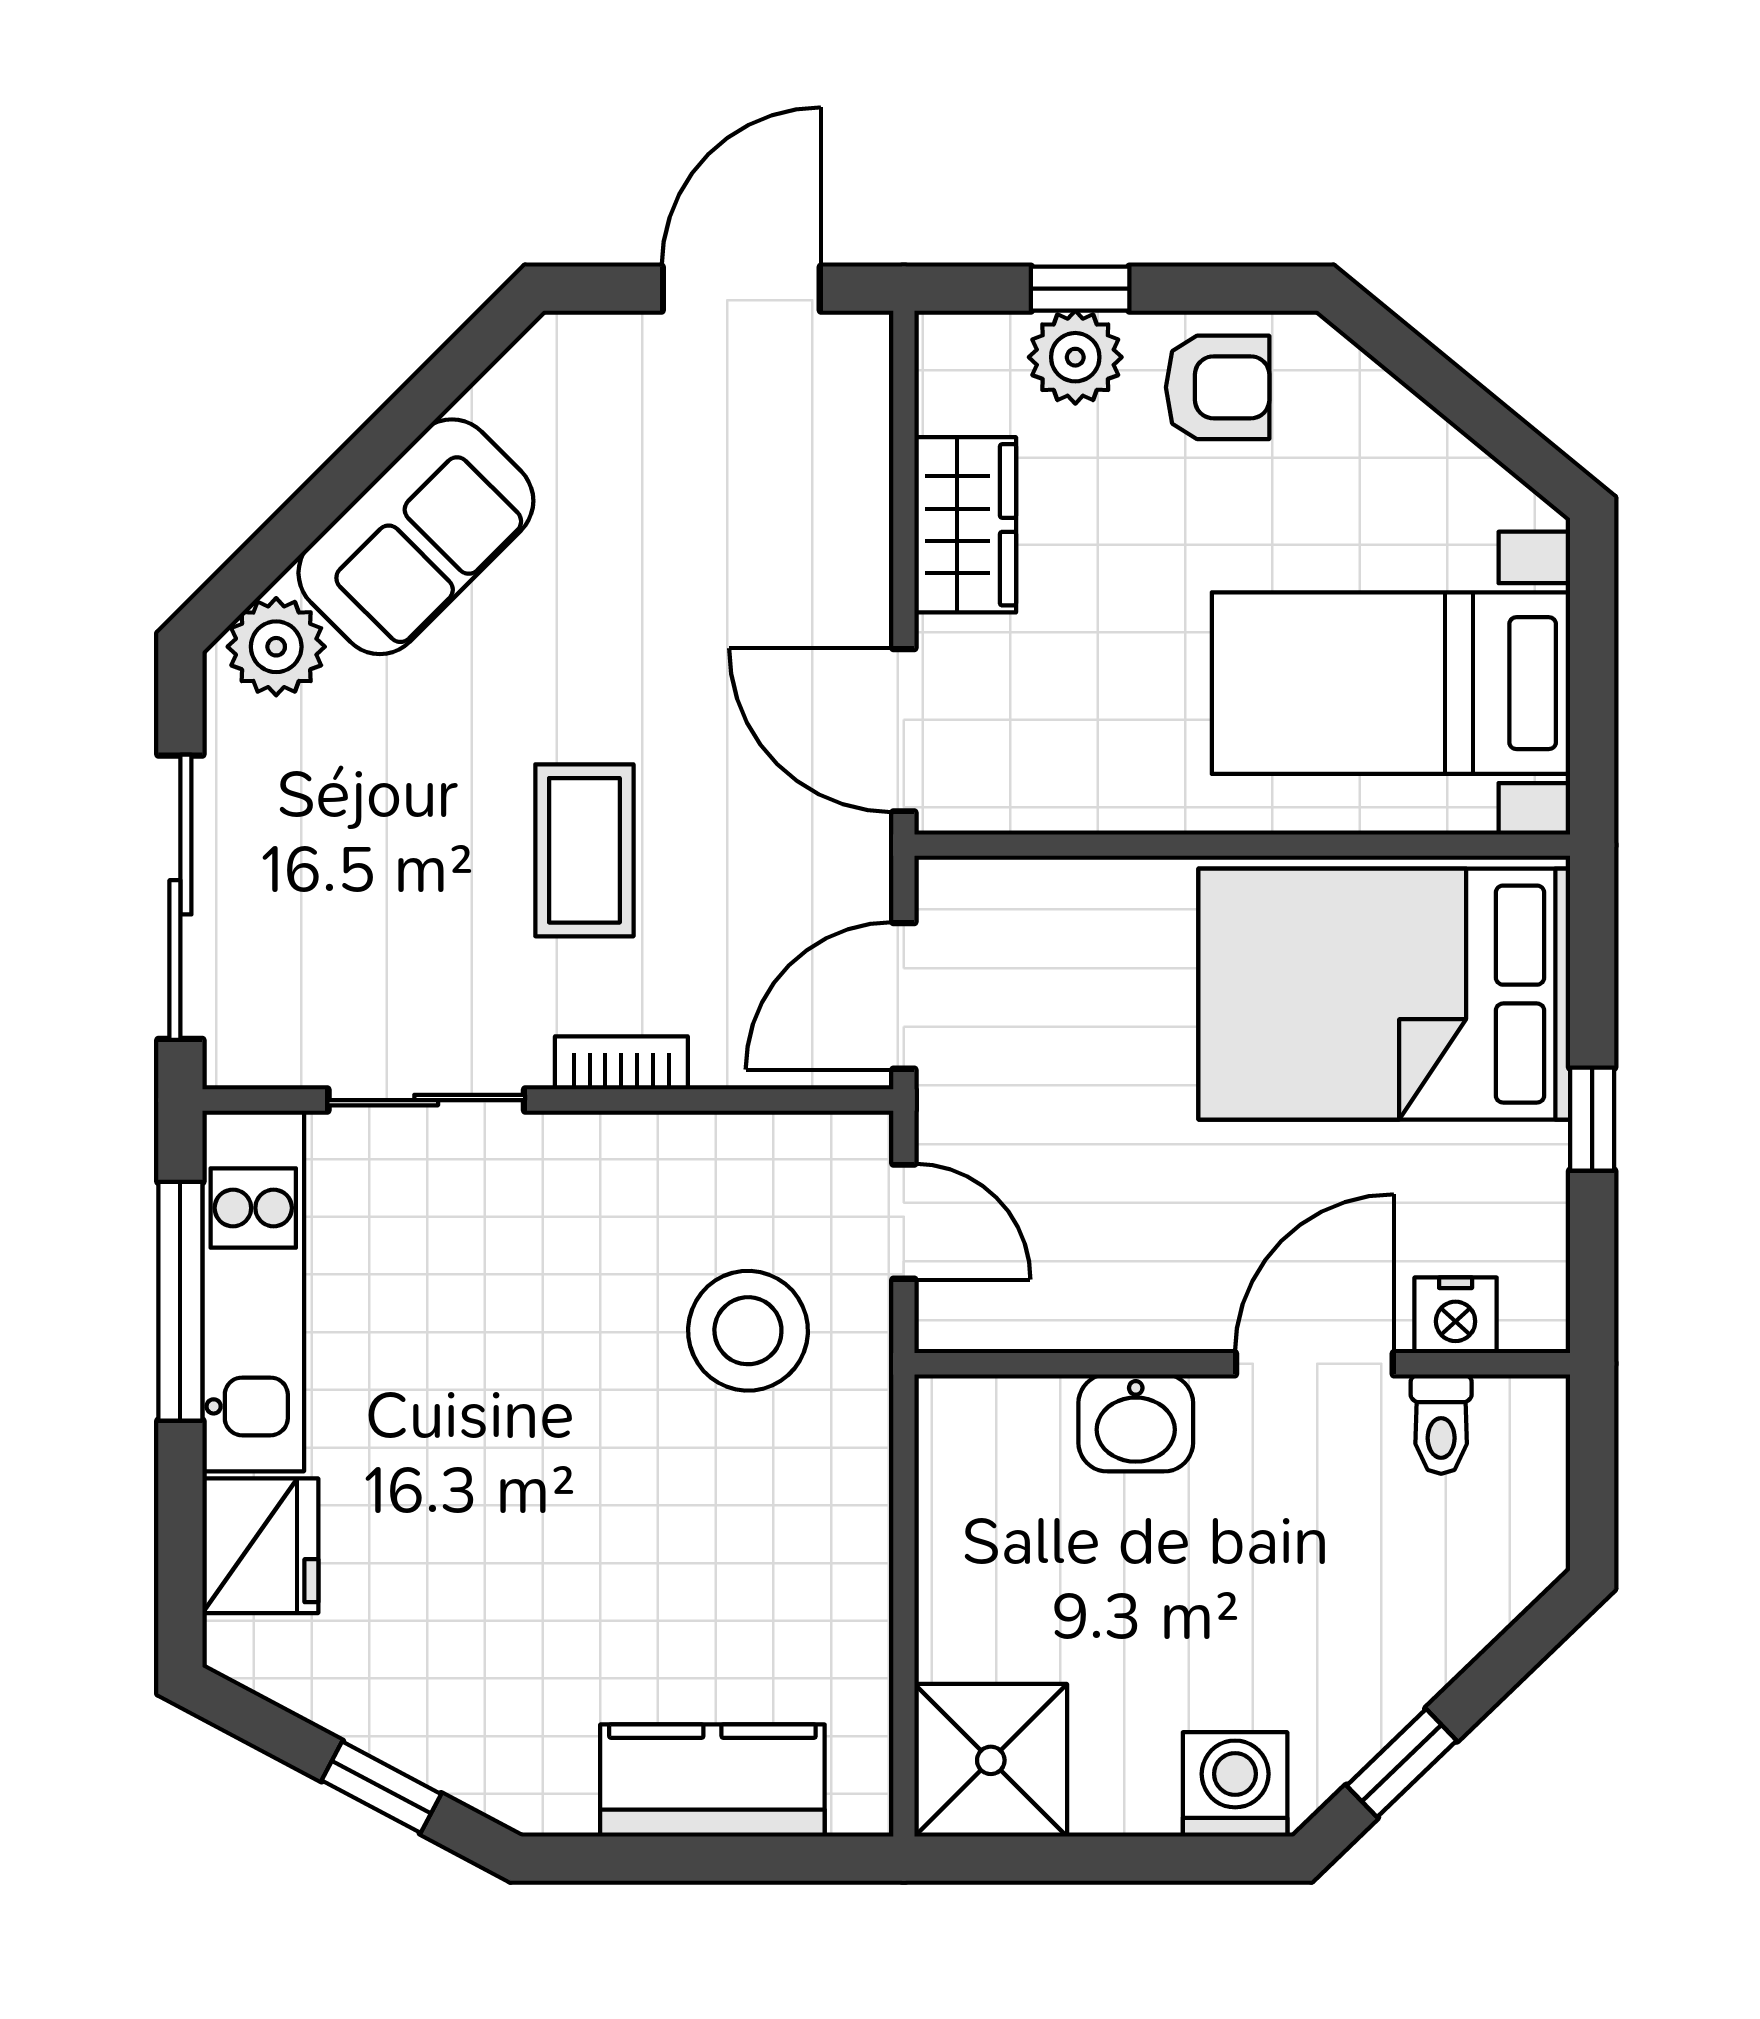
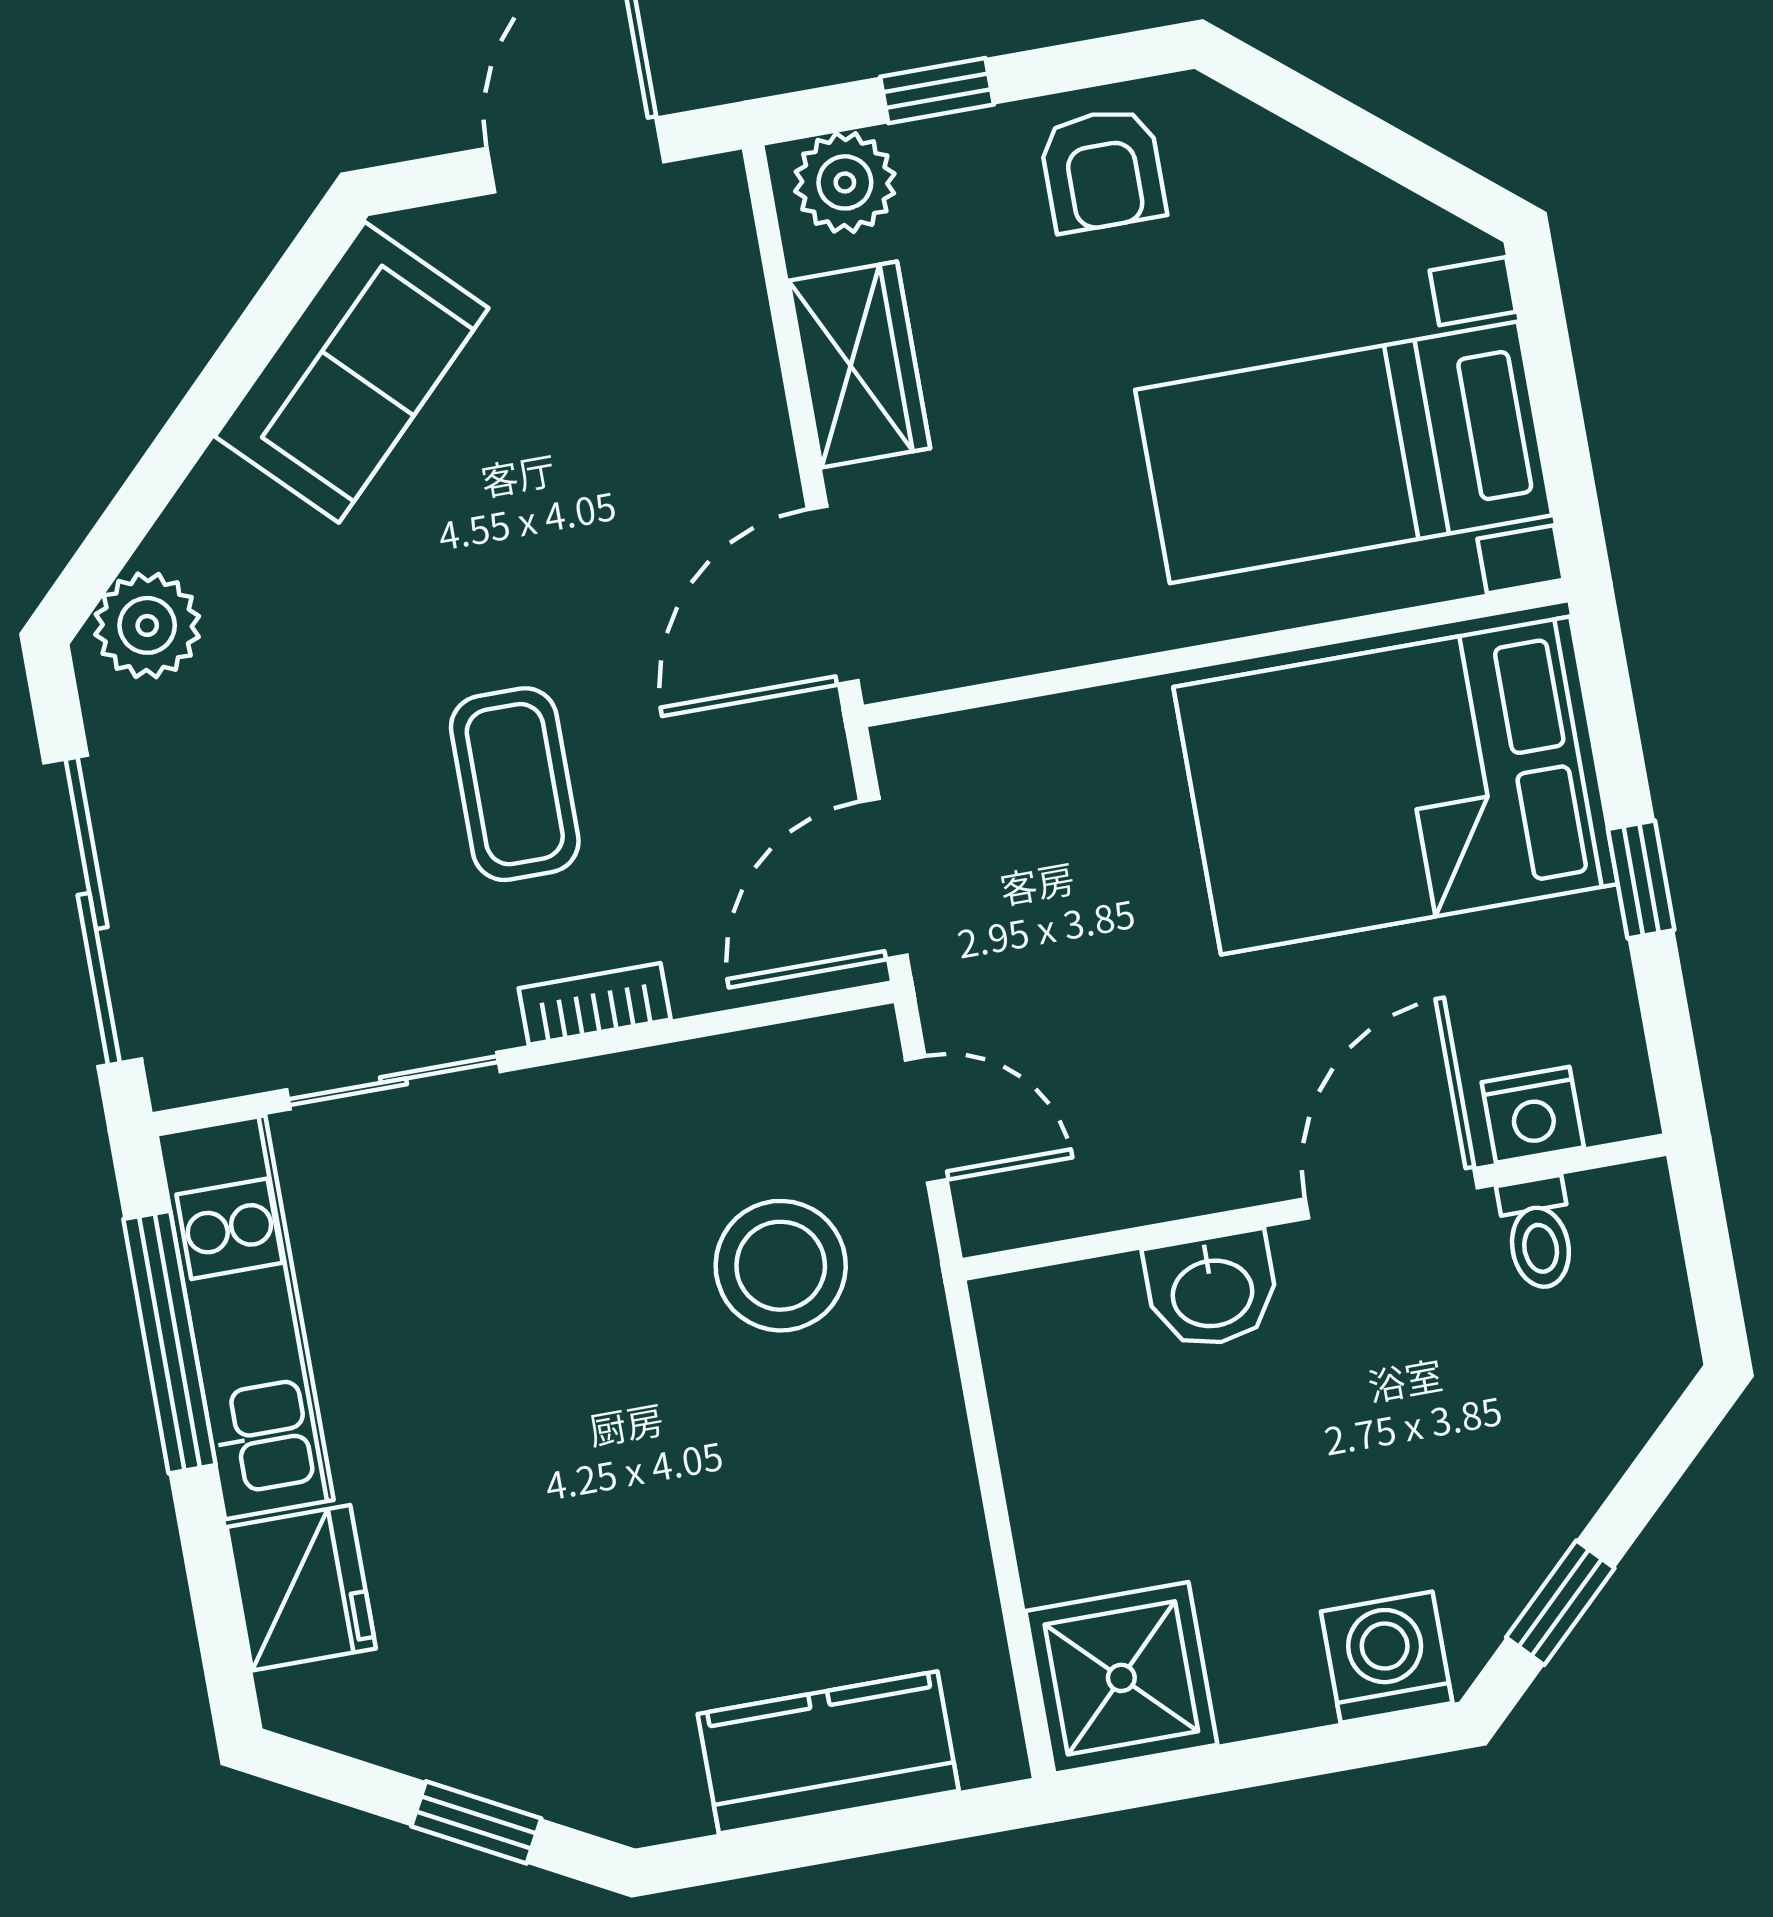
plant: (1075, 357) -> (845, 182), moved
armchair: (1218, 387) -> (1102, 170), turned 90
sofa: (416, 537) -> (352, 372), moved
door: (904, 730) -> (833, 595), hinge flipped

